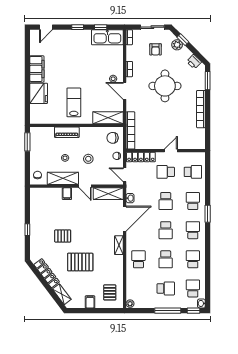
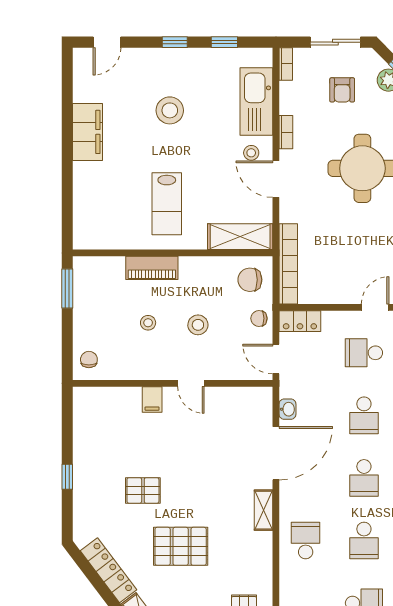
kitchen sink: (107, 37) -> (256, 101), moved, turned 90
stool: (75, 59) -> (170, 110), added
fridge: (39, 93) -> (91, 184), removed
lab bench: (74, 102) -> (167, 204), turned 180
locker: (141, 157) -> (300, 321), width x0.66
shelving: (63, 178) -> (143, 367), removed
shelving: (108, 194) -> (241, 399), removed

